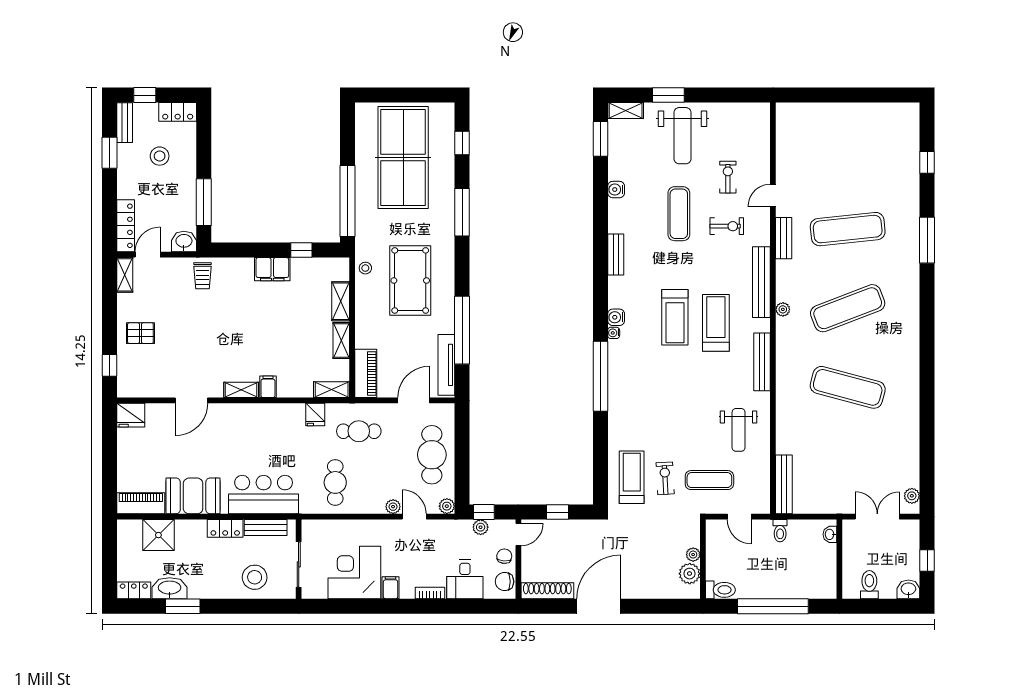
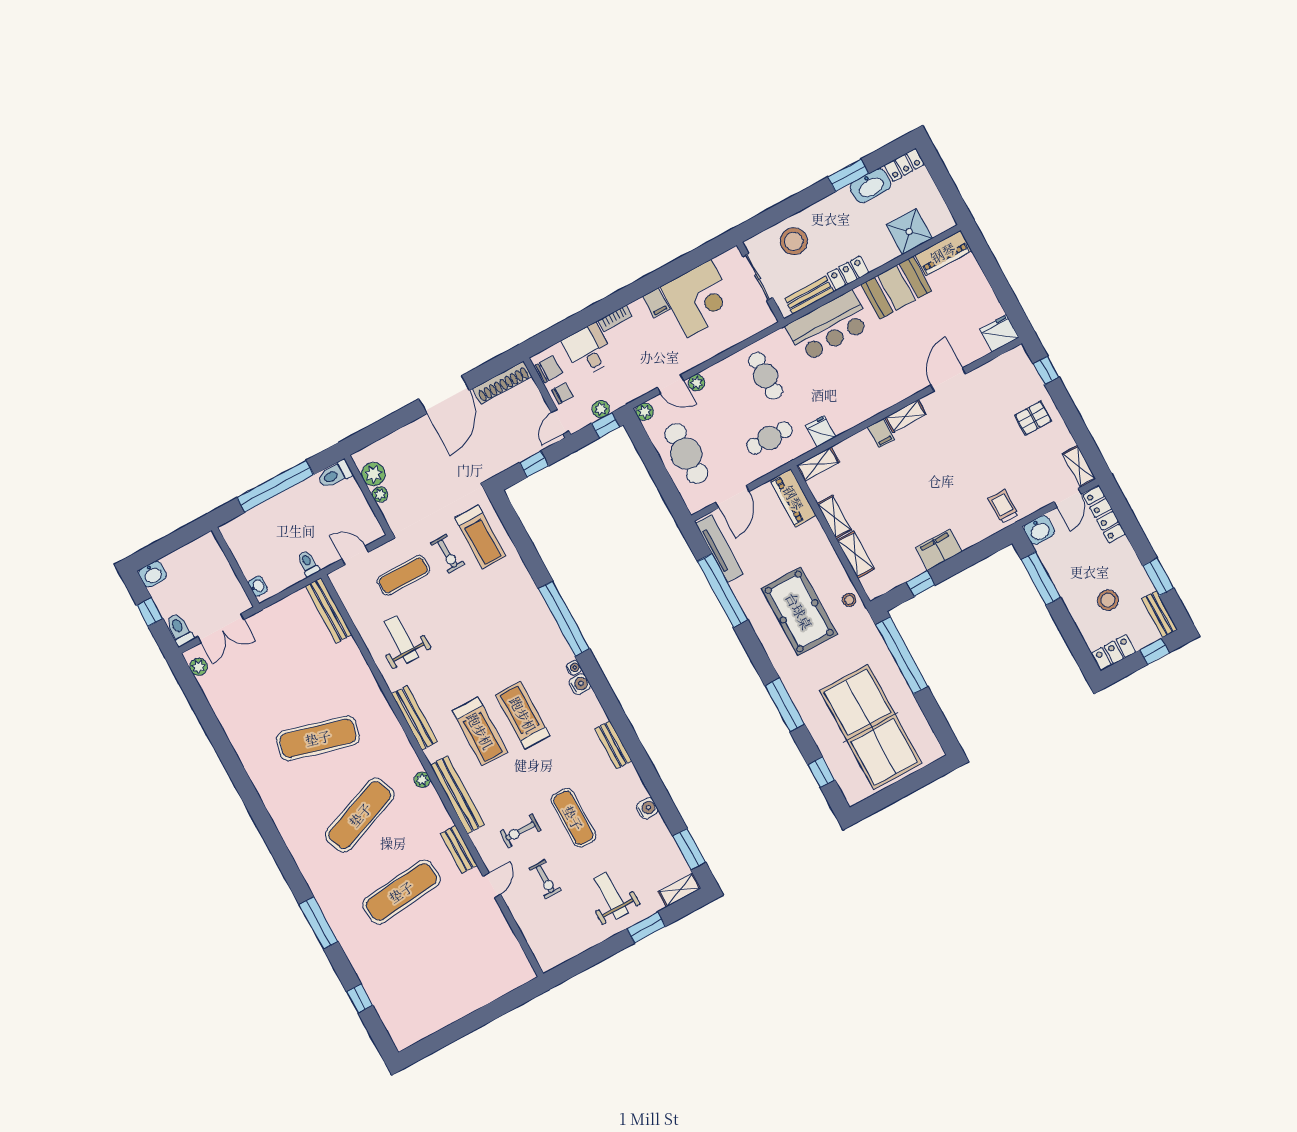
weight bench: (682, 136) -> (611, 896), width x0.73, depth x0.75
chair: (504, 556) -> (562, 393), turned -95
toilet: (869, 585) -> (179, 630), moved, turned 180

